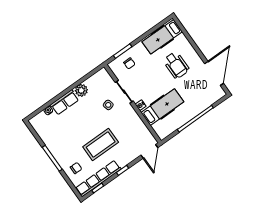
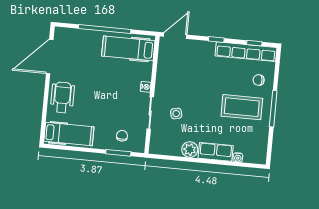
wheelchair: (176, 65) -> (62, 97), moved
hospital bed: (162, 107) -> (128, 48), moved
coffee table: (101, 145) -> (242, 107), moved

